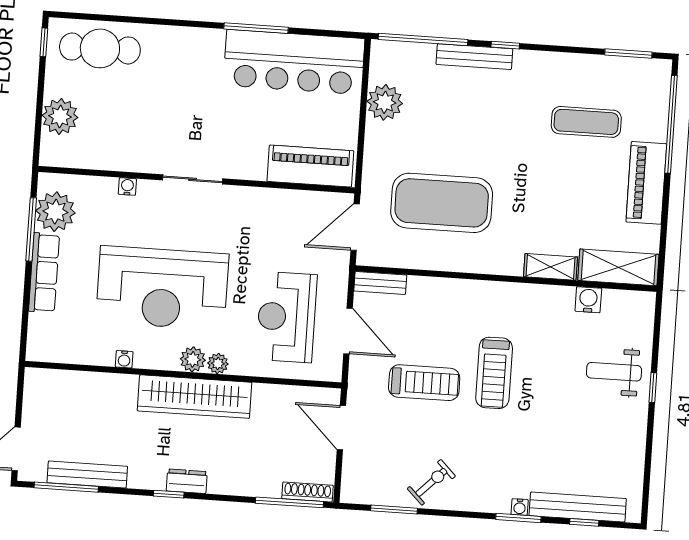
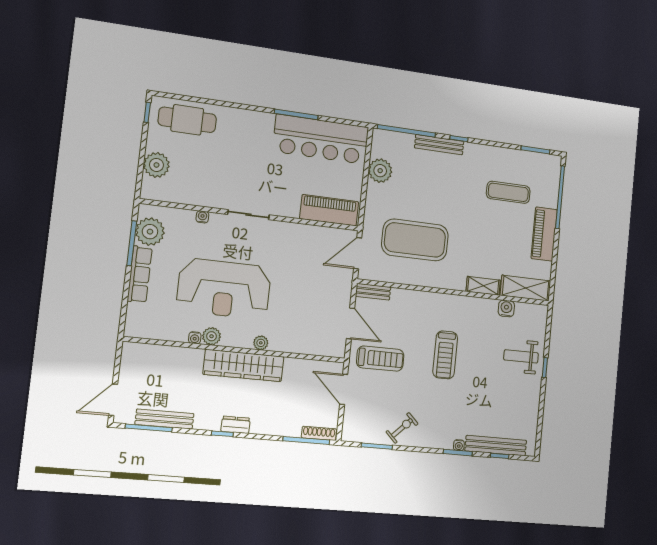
reception desk: (286, 317) -> (309, 312), removed
plant: (193, 359) -> (212, 336), moved
treadmill: (424, 383) -> (380, 359), moved

